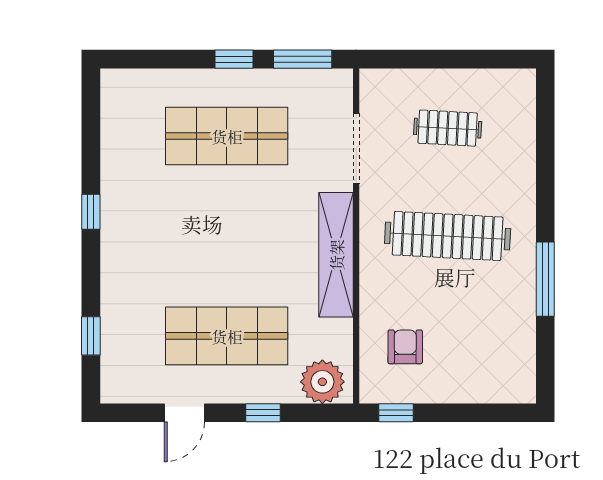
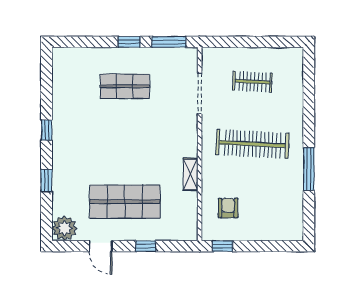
shop shelf: (227, 136) -> (125, 86), width x0.70, depth x0.74
shelving: (336, 255) -> (190, 174), width x0.45, depth x0.75
window: (91, 336) -> (47, 181), moved
plant: (322, 382) -> (64, 228), moved
door: (184, 413) -> (101, 246), hinge flipped

